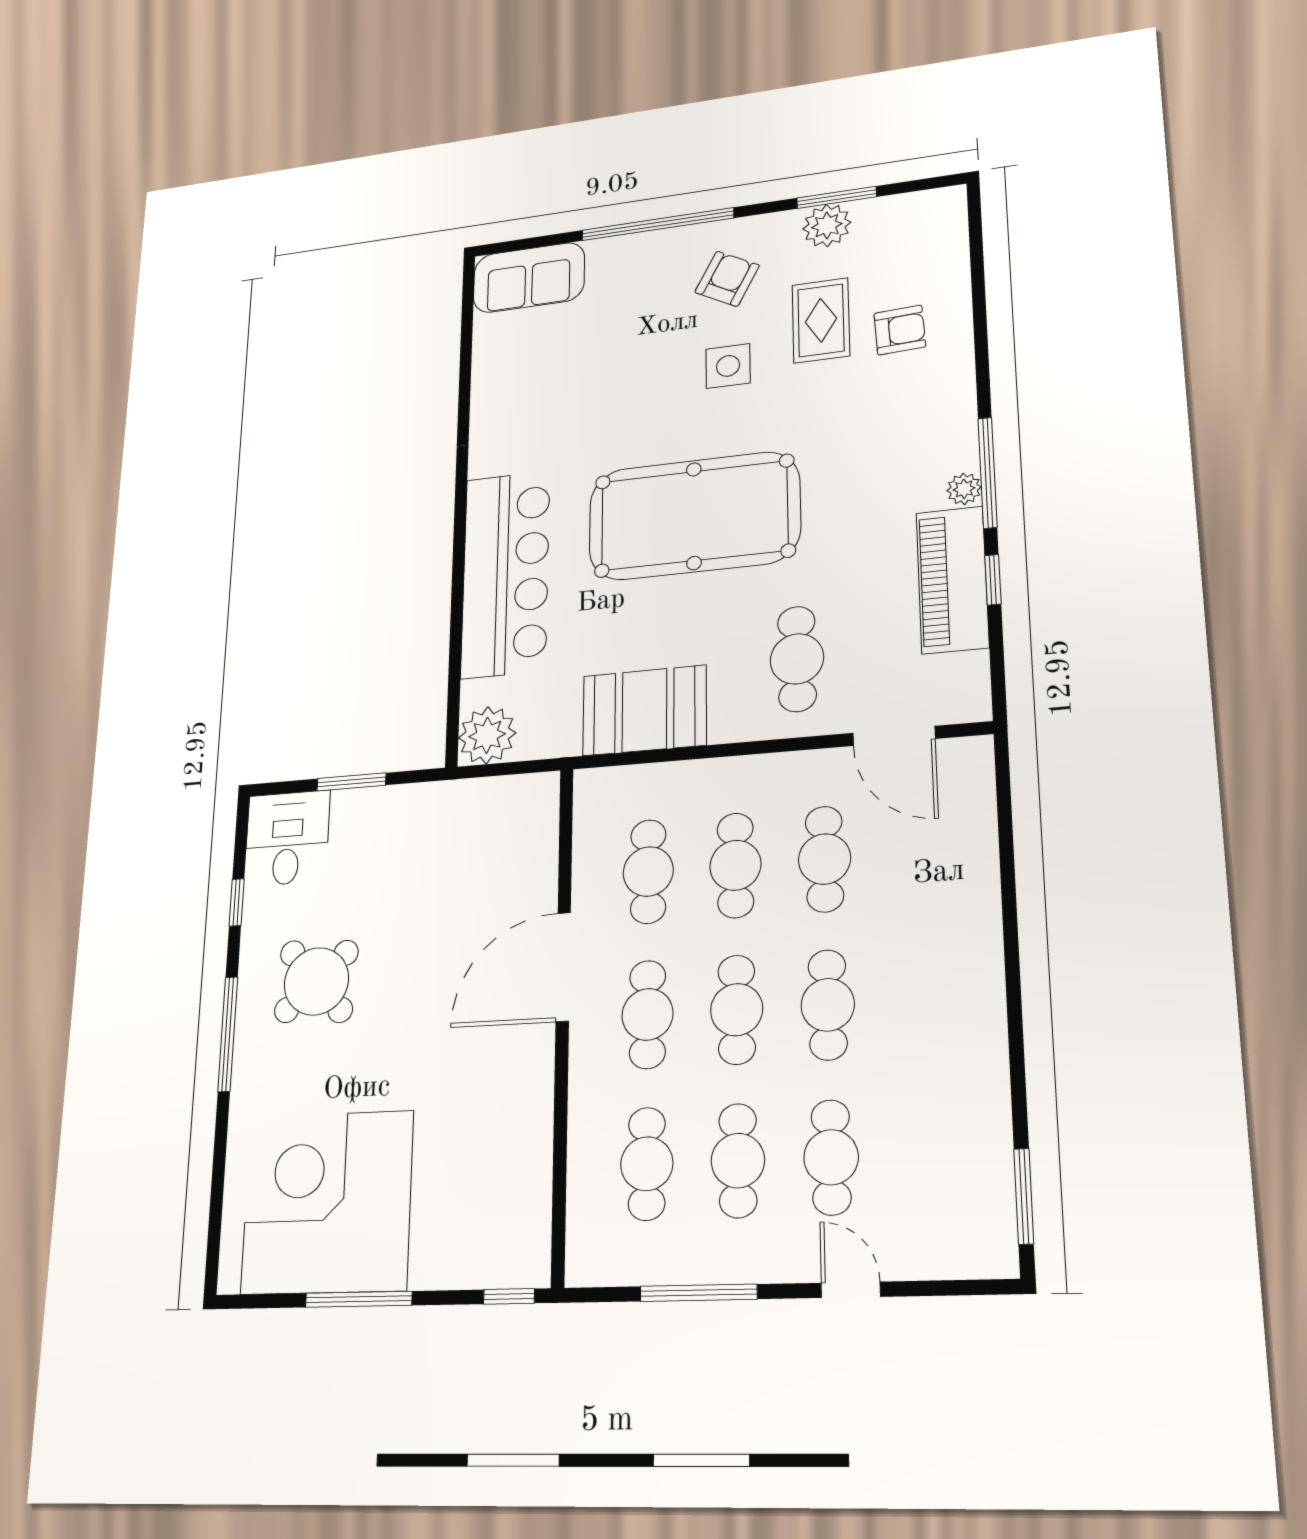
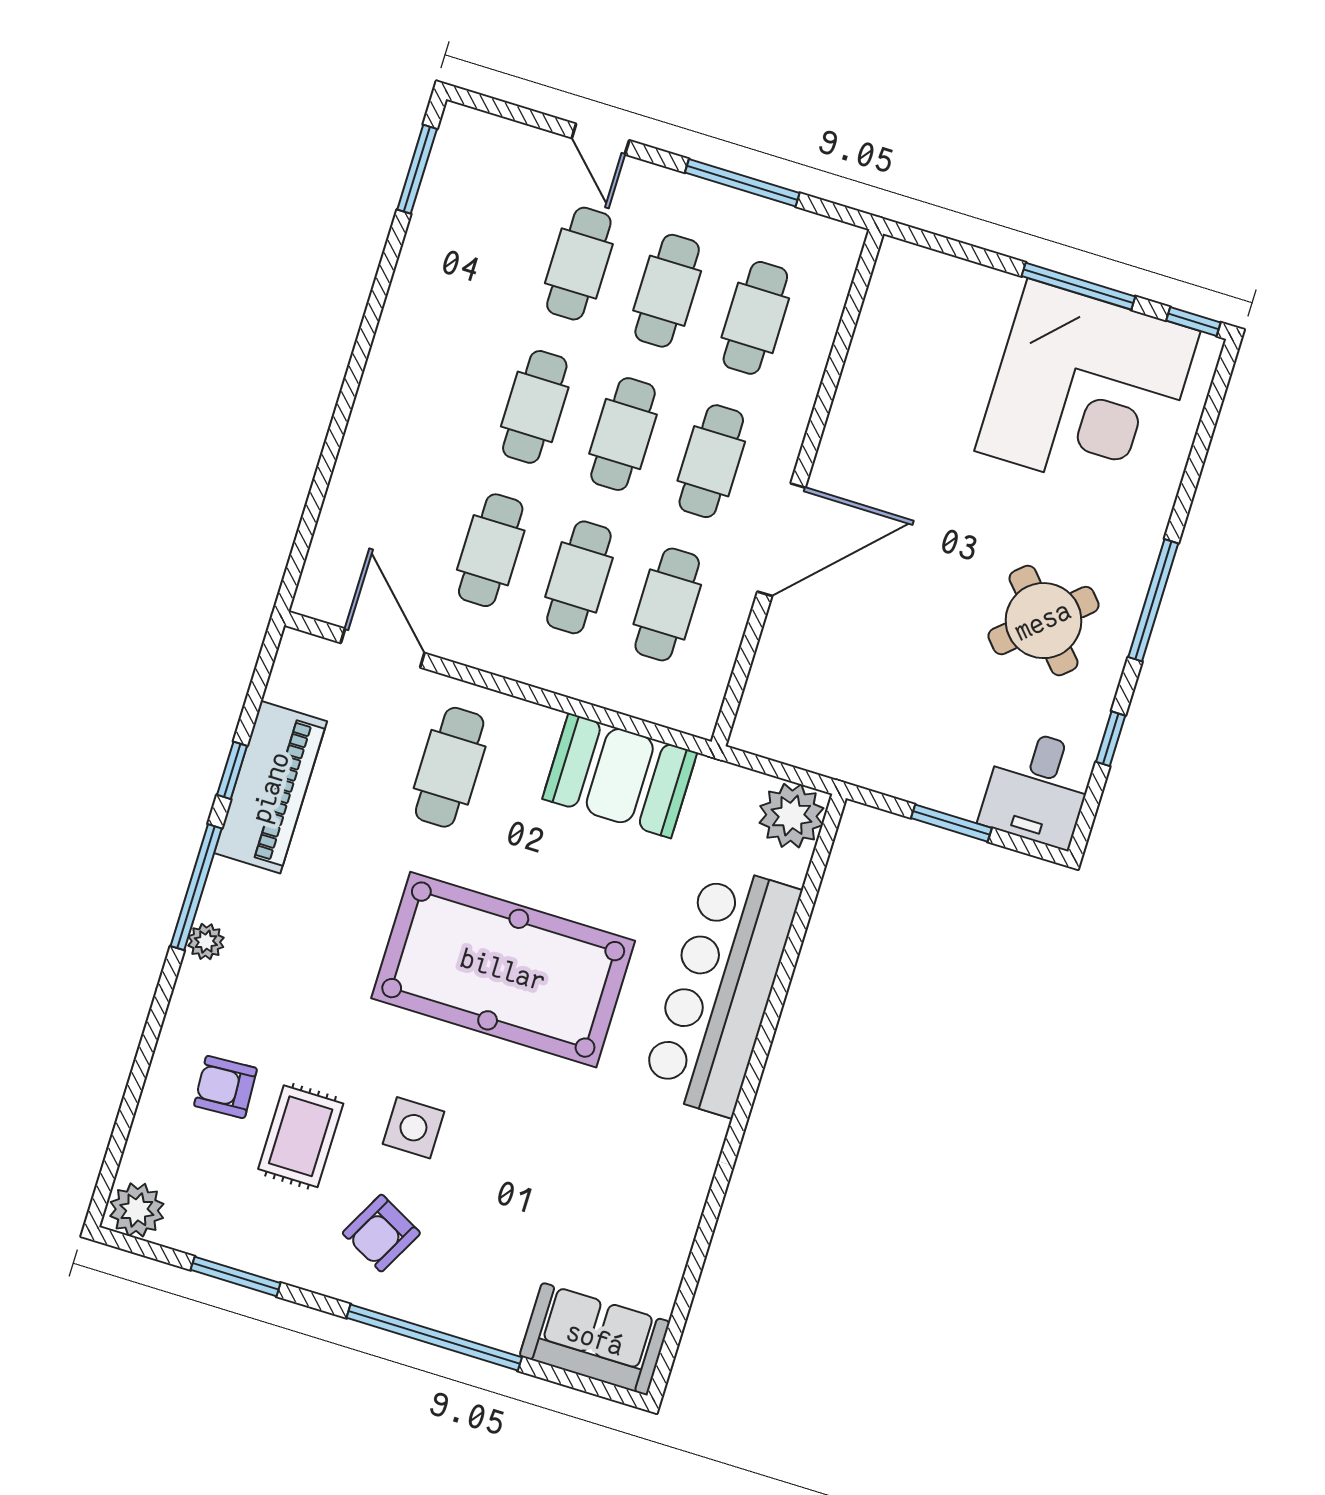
plant: (827, 226) -> (137, 1210), moved
plant: (964, 489) -> (206, 942), moved
window: (509, 1296) -> (1193, 322), moved

